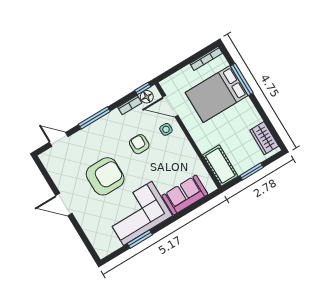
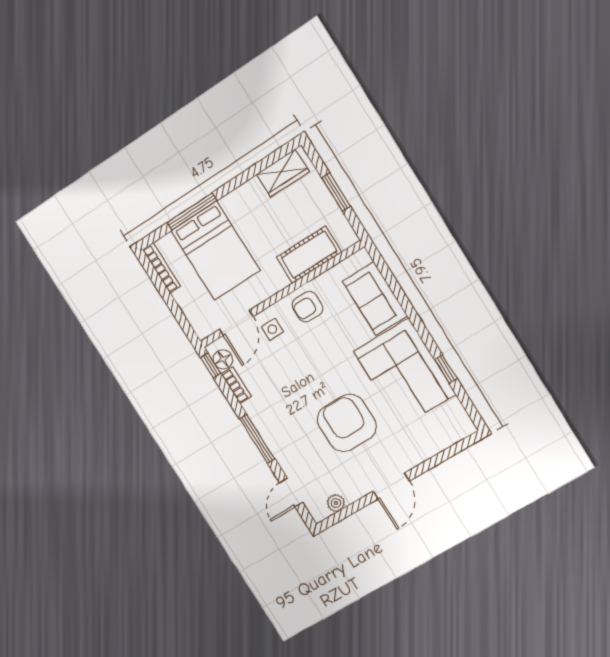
armchair: (139, 144) -> (307, 307), moved
cot: (220, 166) -> (309, 255), moved
plant: (52, 169) -> (336, 503), added
window: (140, 239) -> (446, 369), width x0.67

